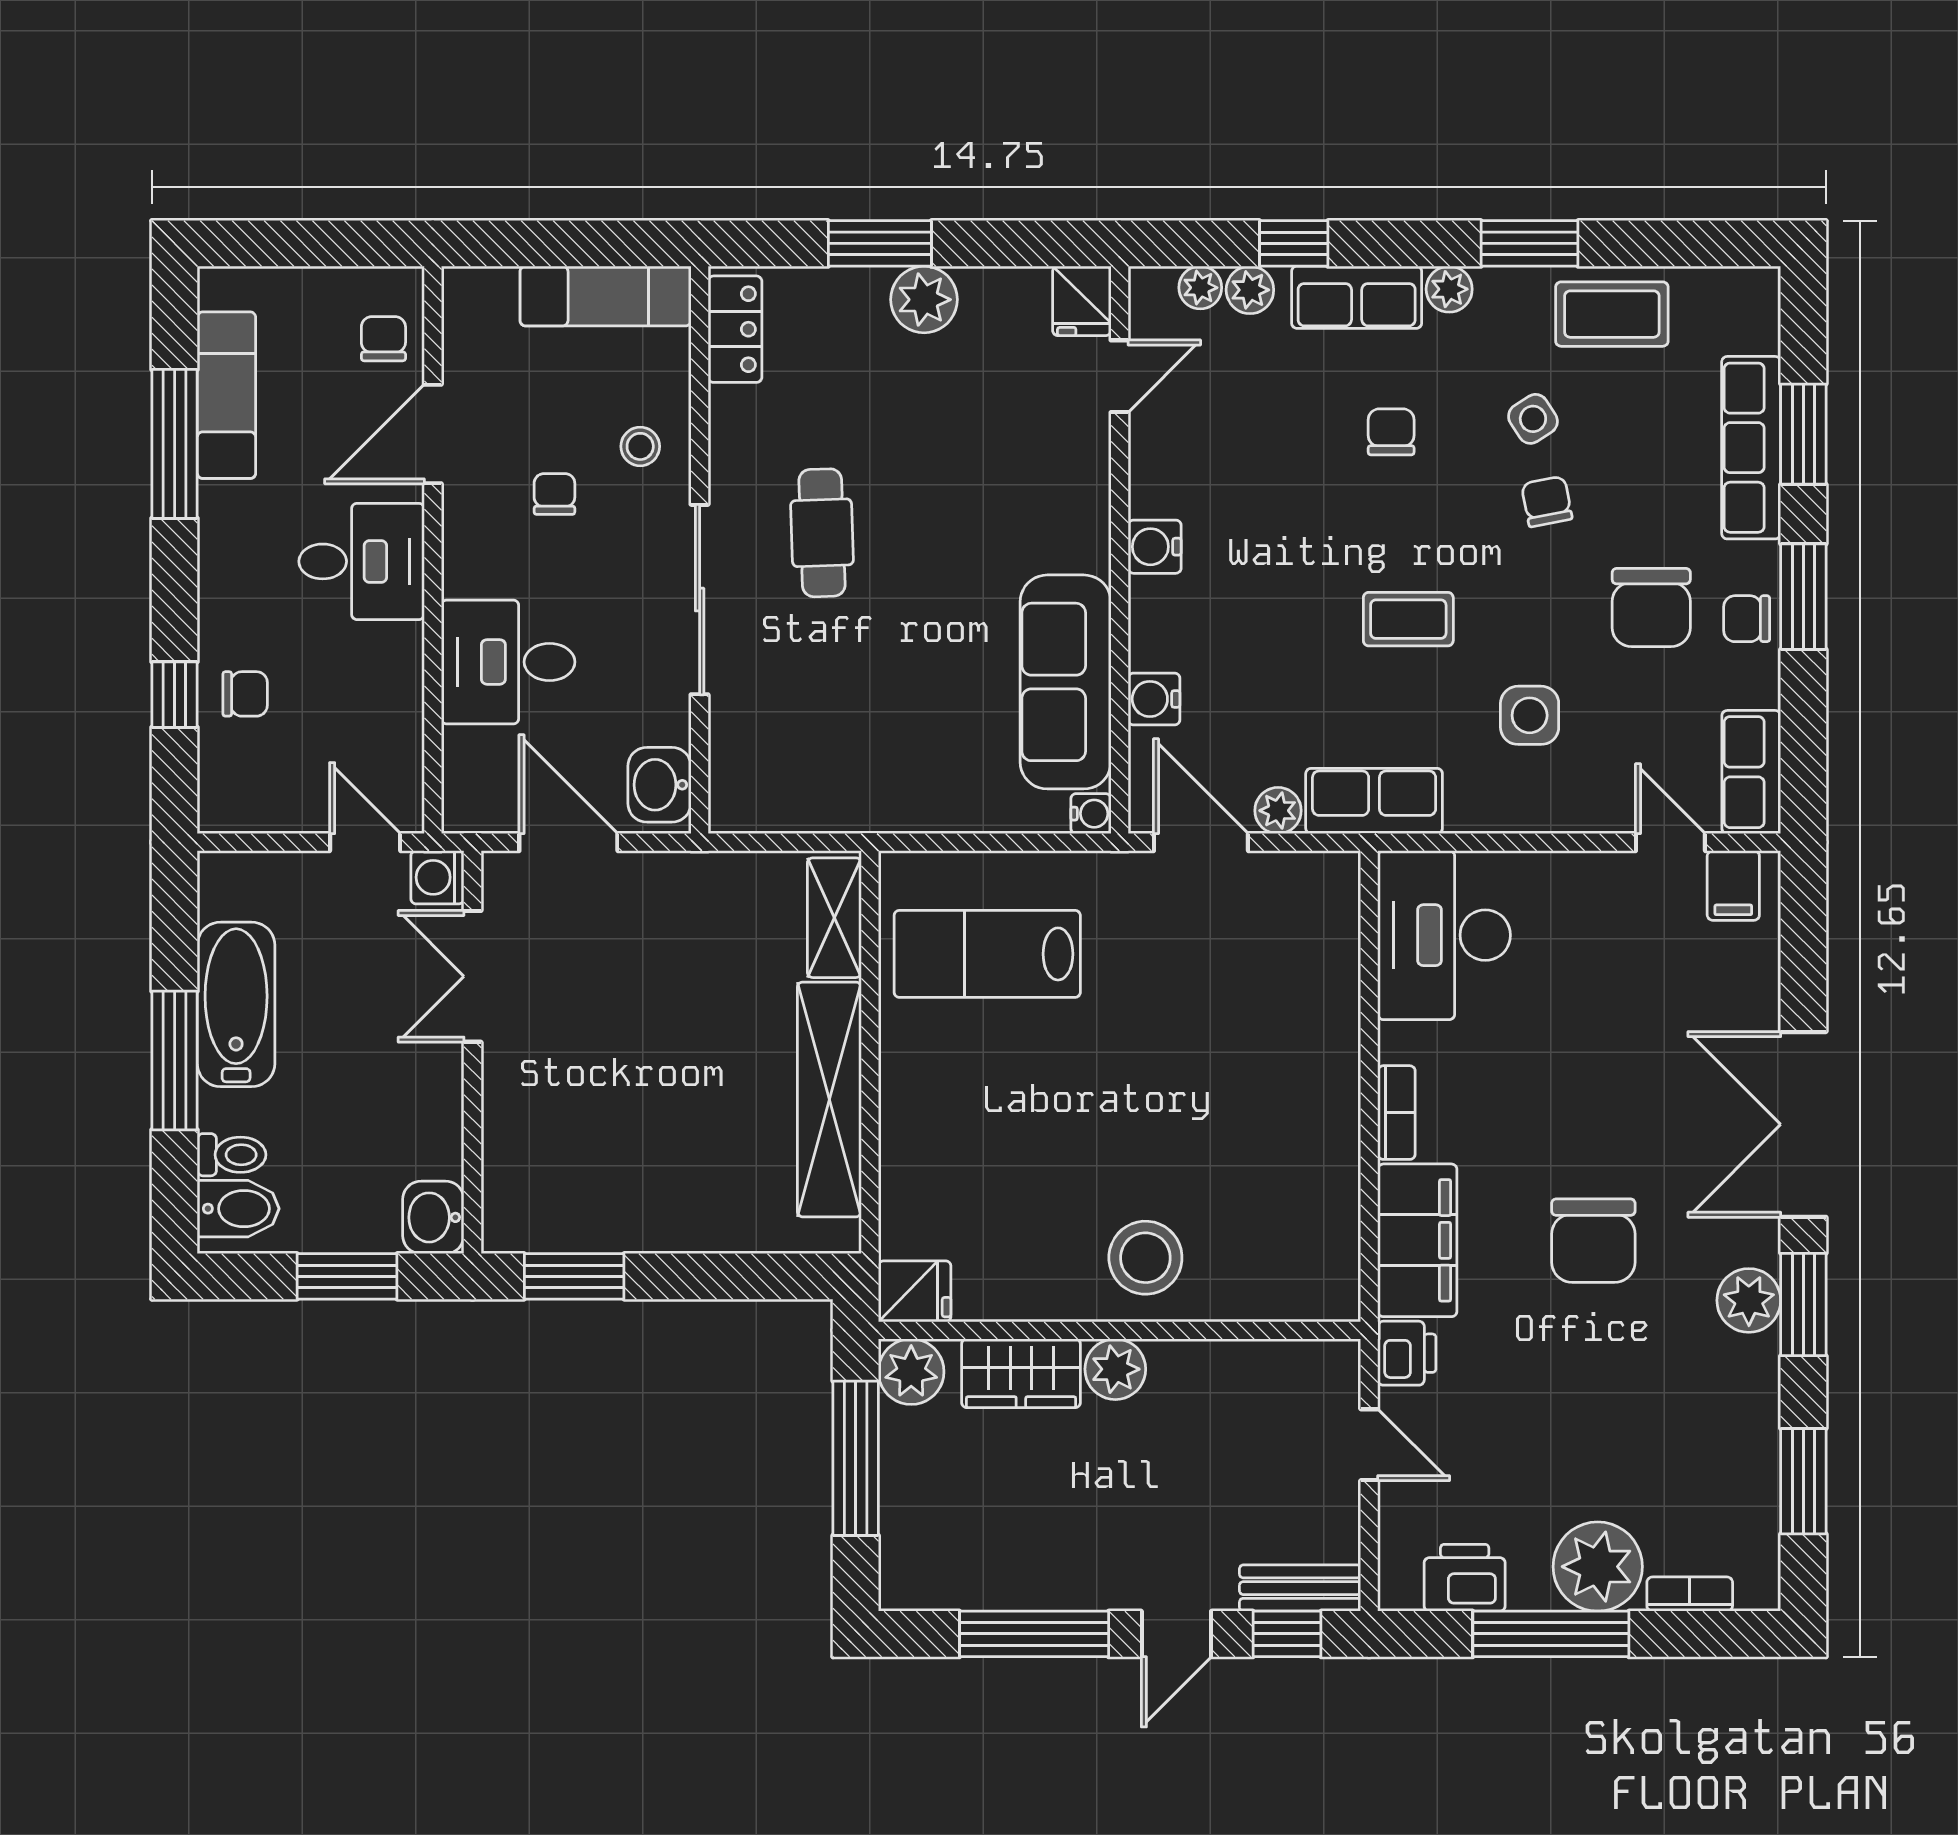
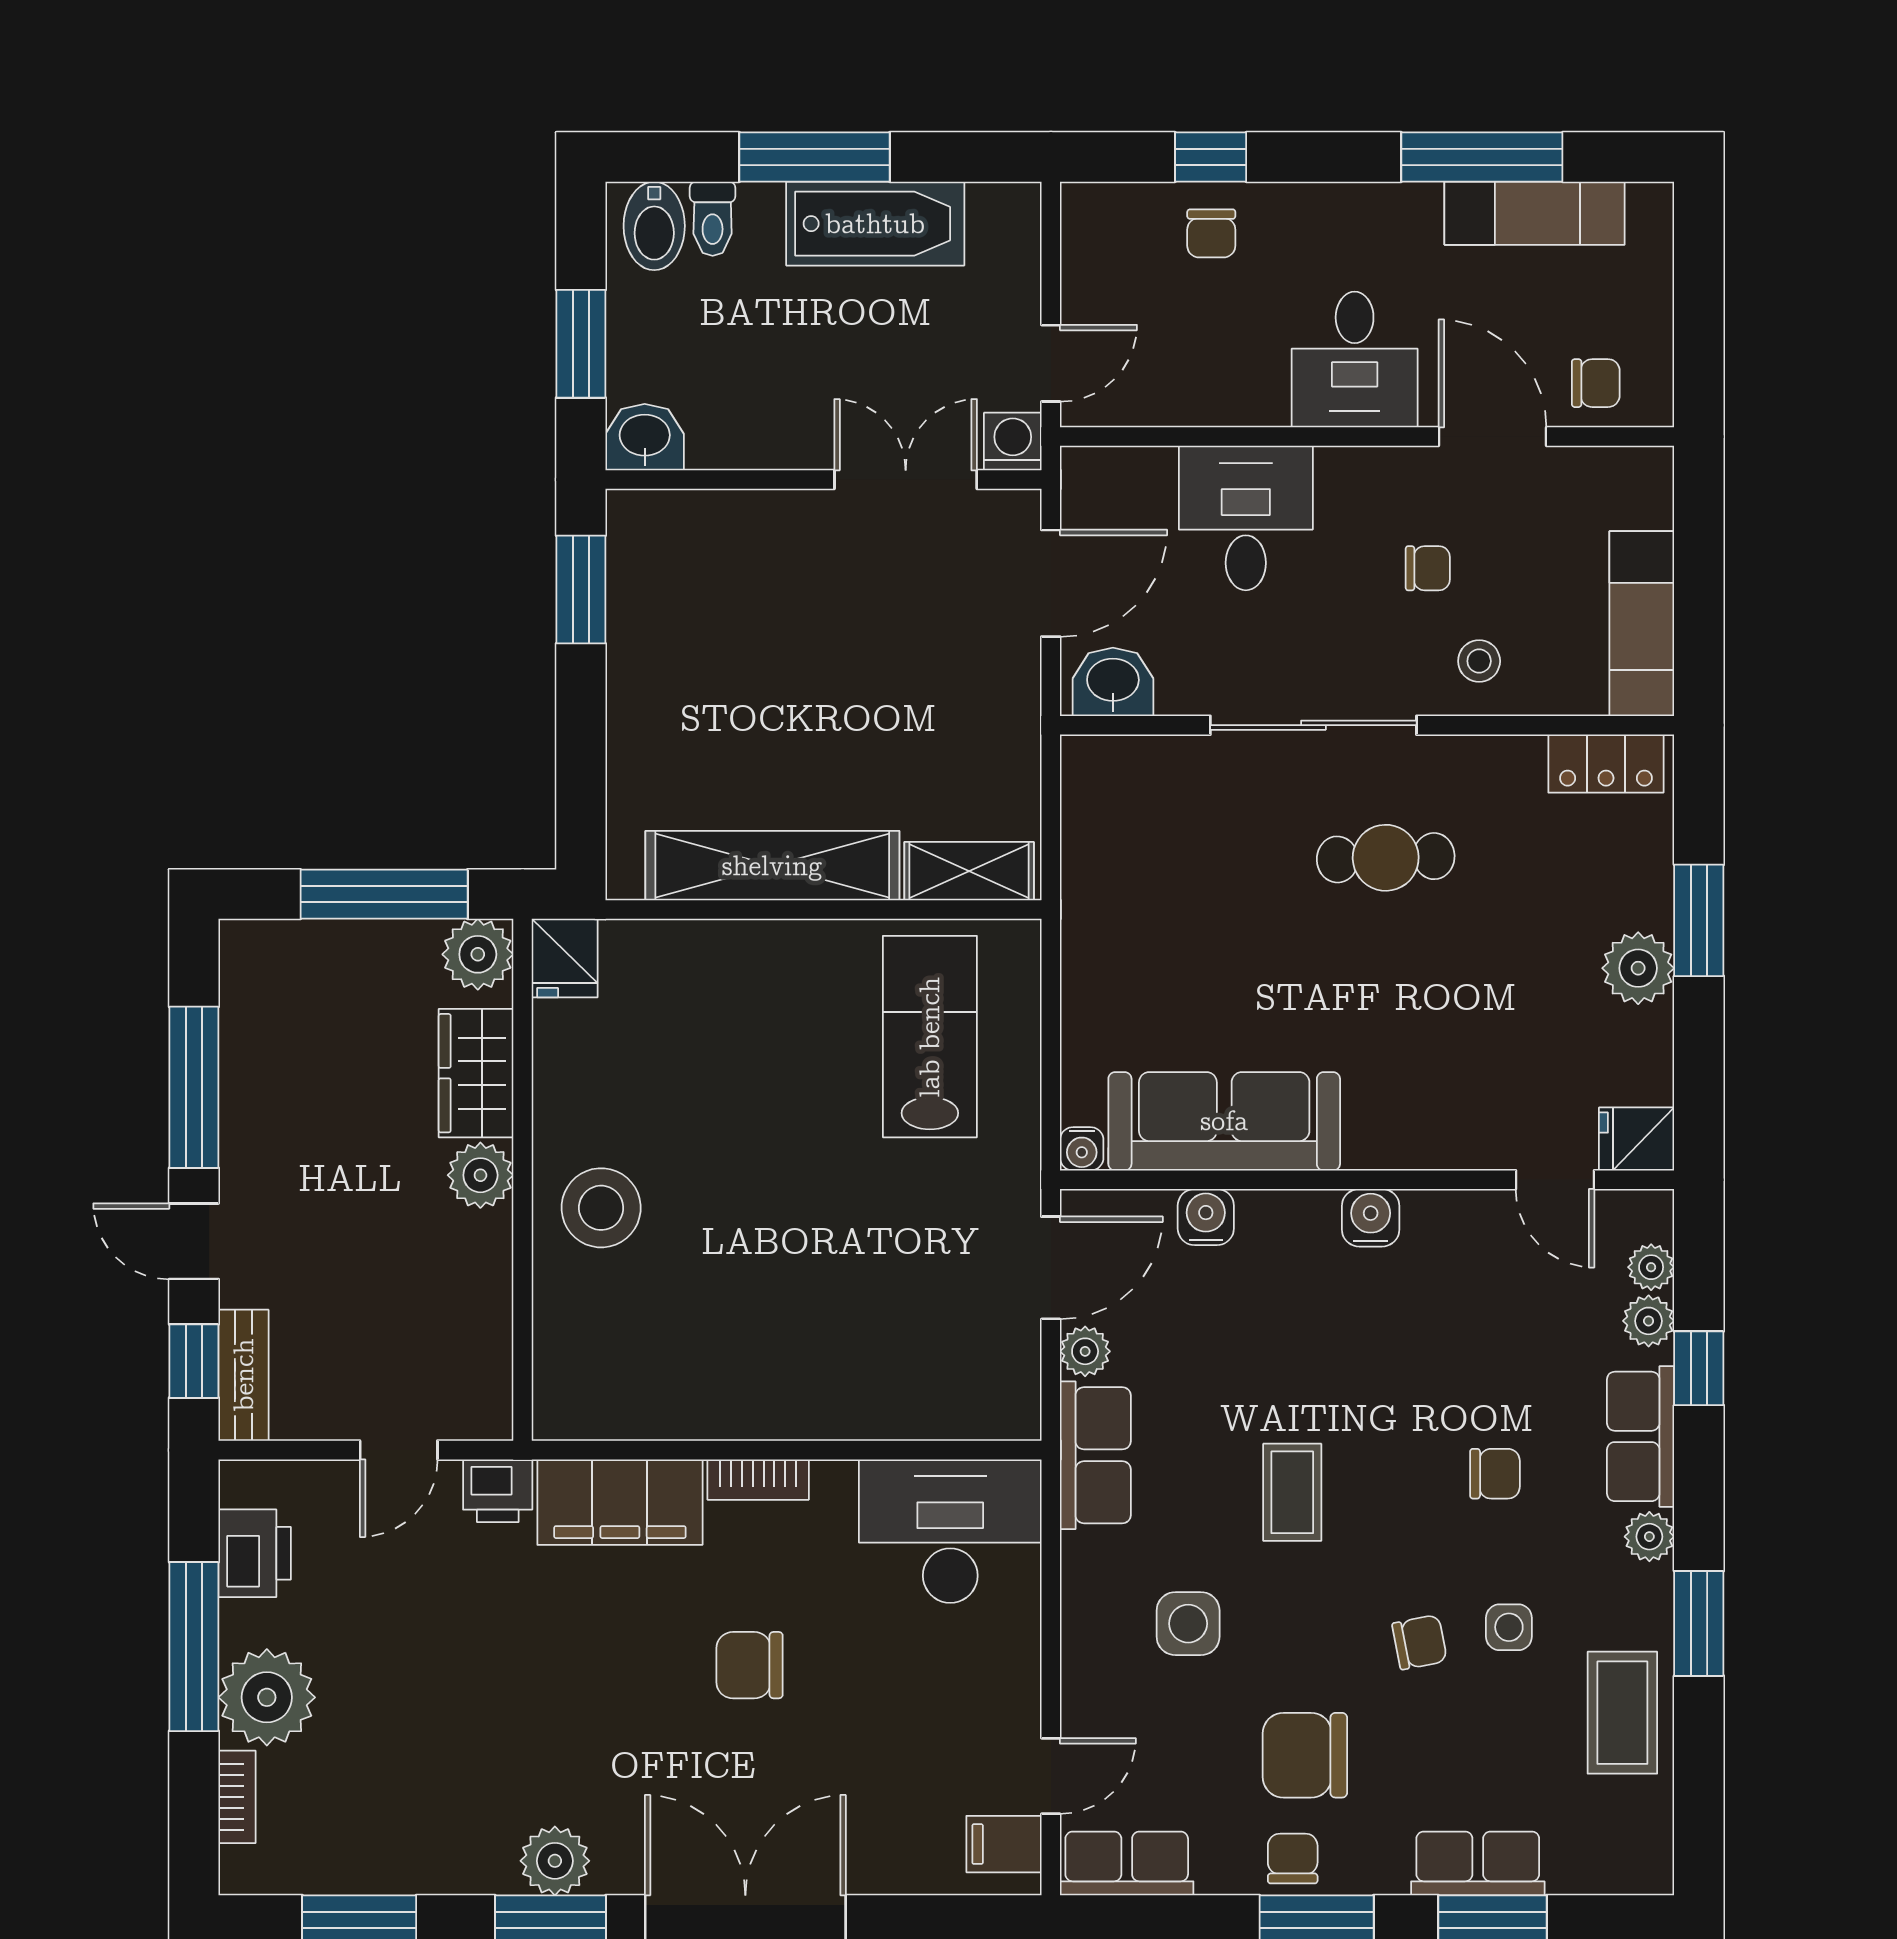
side table: (1533, 419) -> (1509, 1627), turned 33
row of seats: (1751, 448) -> (1478, 1863), width x0.68
chair: (1593, 1241) -> (750, 1665), moved, width x0.73, depth x0.73

